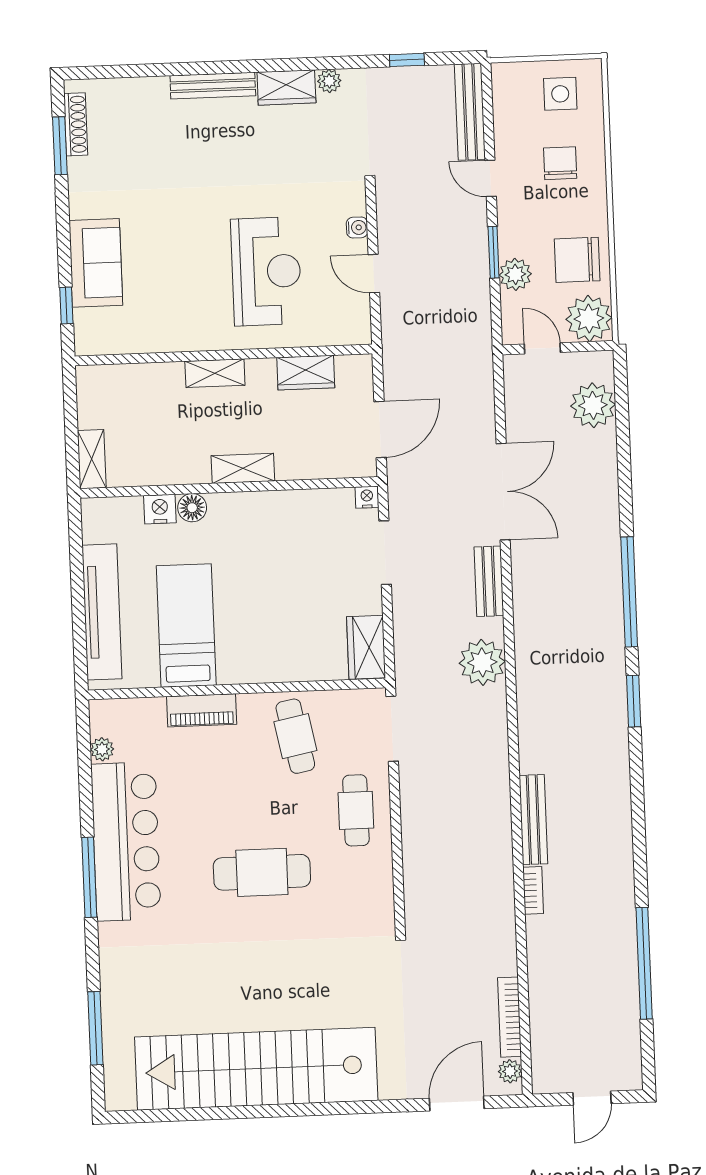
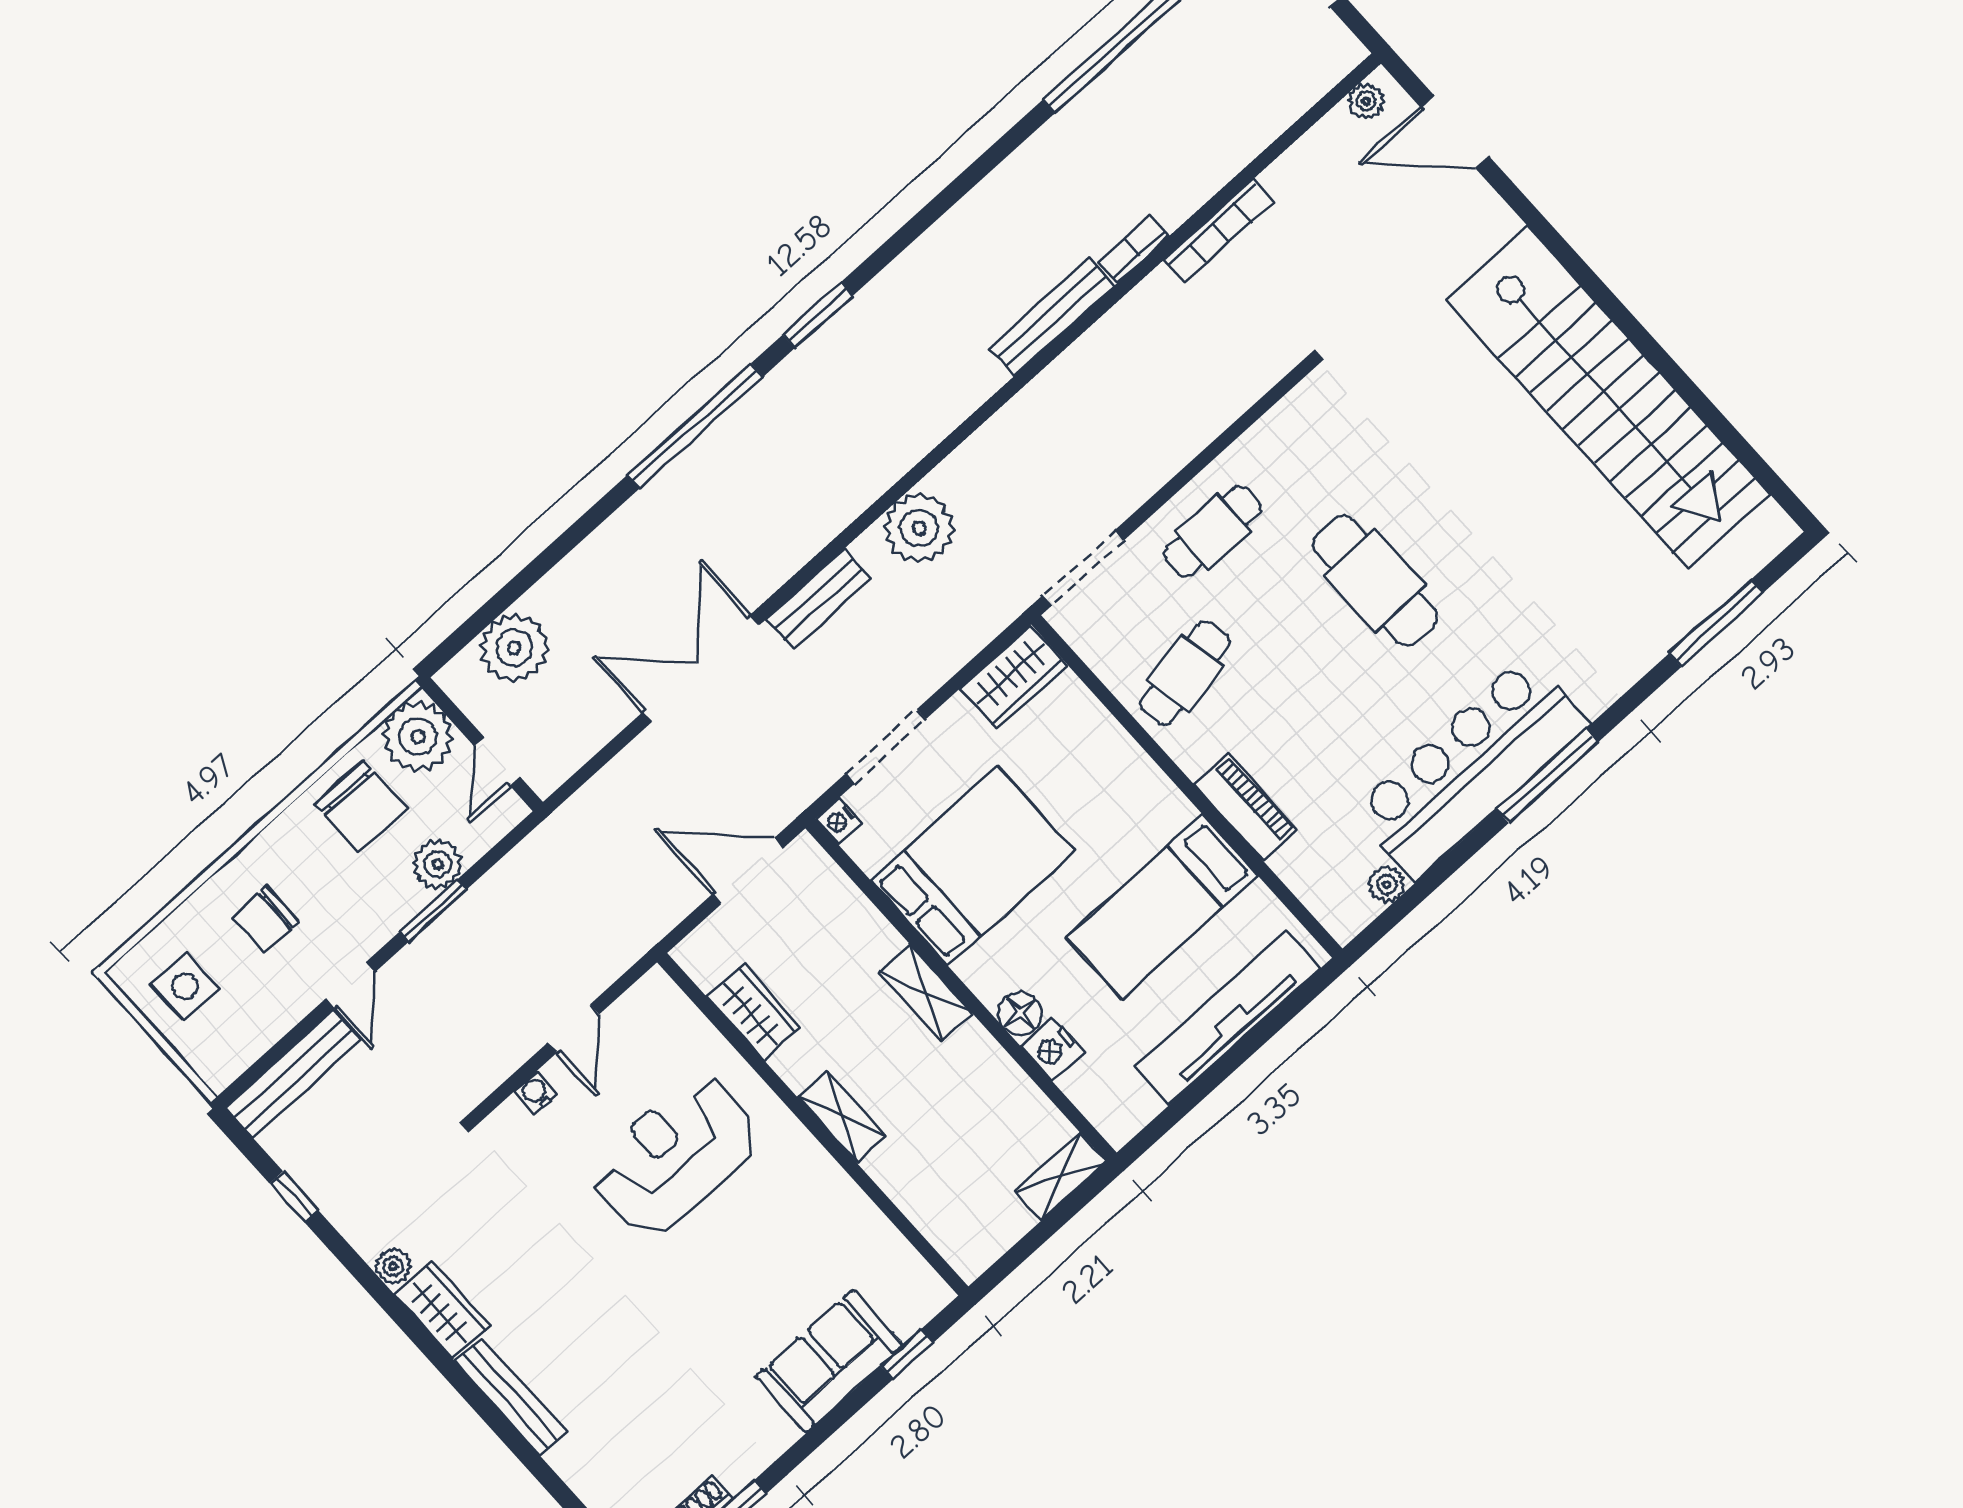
bed: (287, 546) -> (973, 866), added
bookcase: (510, 1017) -> (1219, 231), moved

